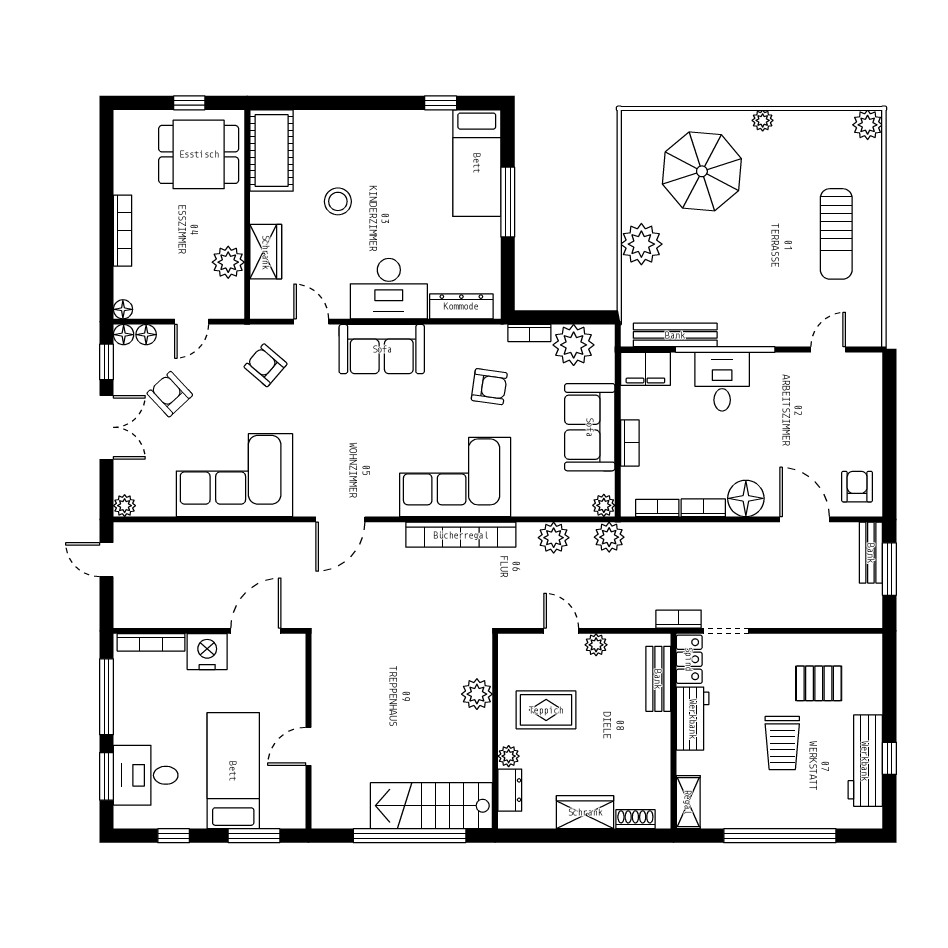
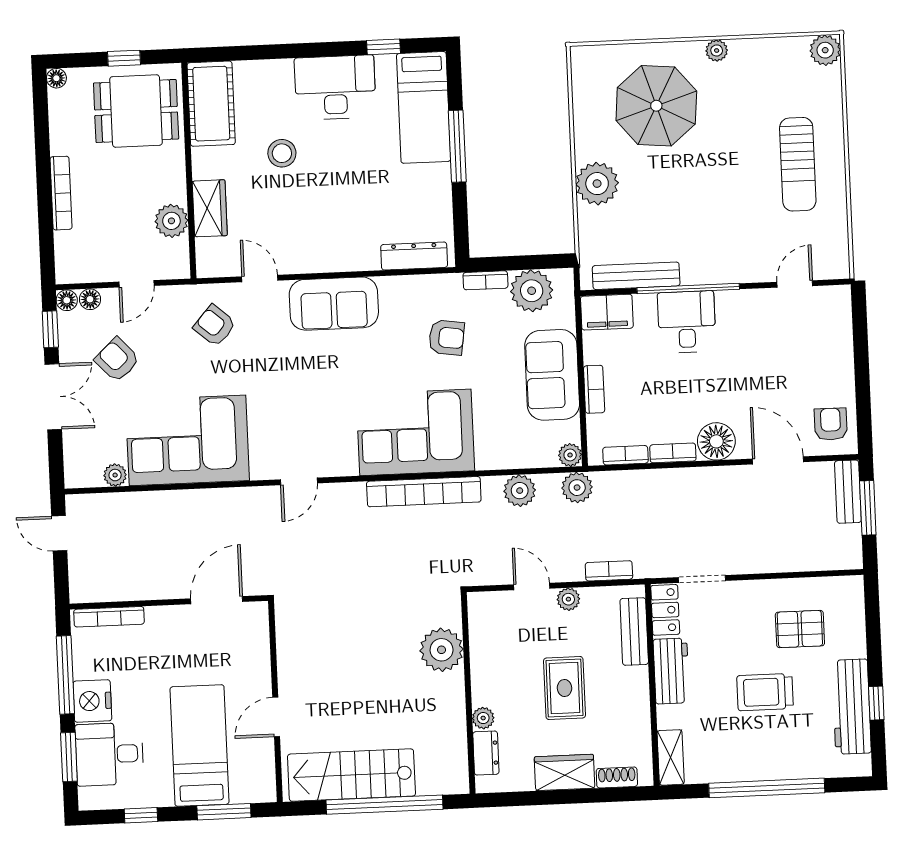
desk: (389, 289) -> (335, 87), moved, turned 180
floor lamp: (123, 309) -> (56, 78), moved
plant: (125, 506) -> (115, 475), moved
door: (340, 519) -> (299, 481), width x0.73
bookcase: (679, 619) -> (609, 571), moved
nightstand: (207, 652) -> (92, 701), moved, turned -90
plant: (477, 694) -> (442, 650), width x1.36, depth x1.36
rug: (546, 710) -> (564, 688), moved, turned 90
trolley: (782, 743) -> (765, 692), turned 90
stairs: (431, 806) -> (351, 775), moved

